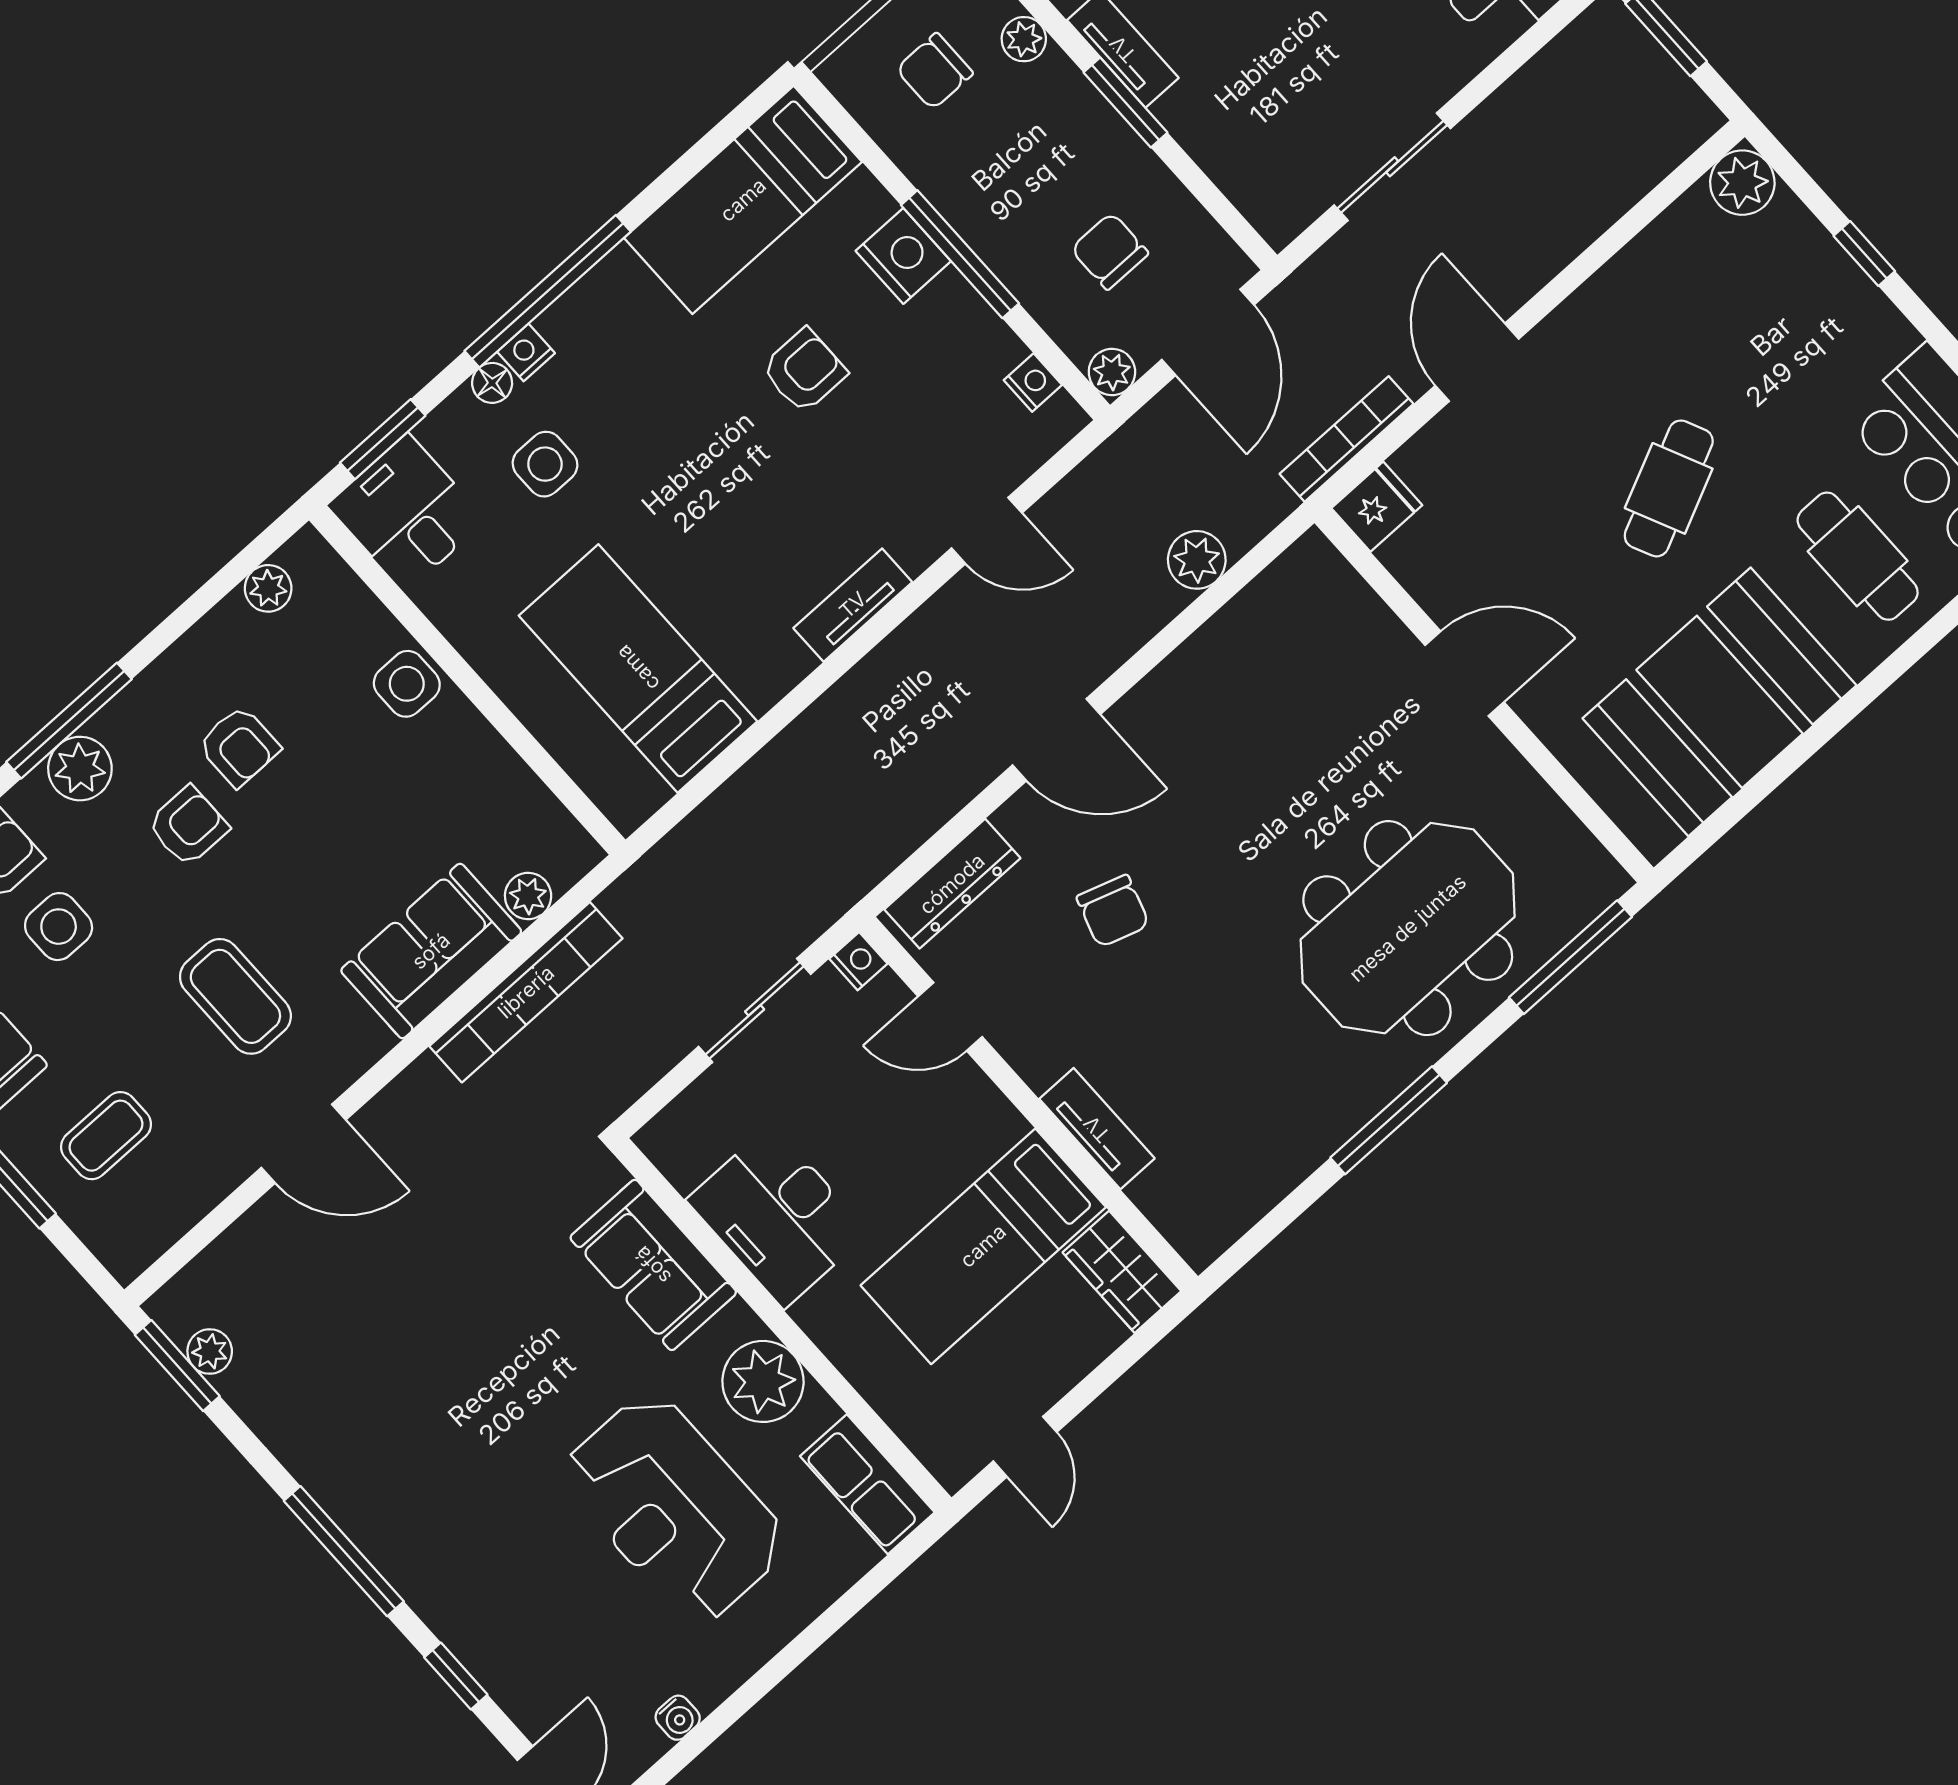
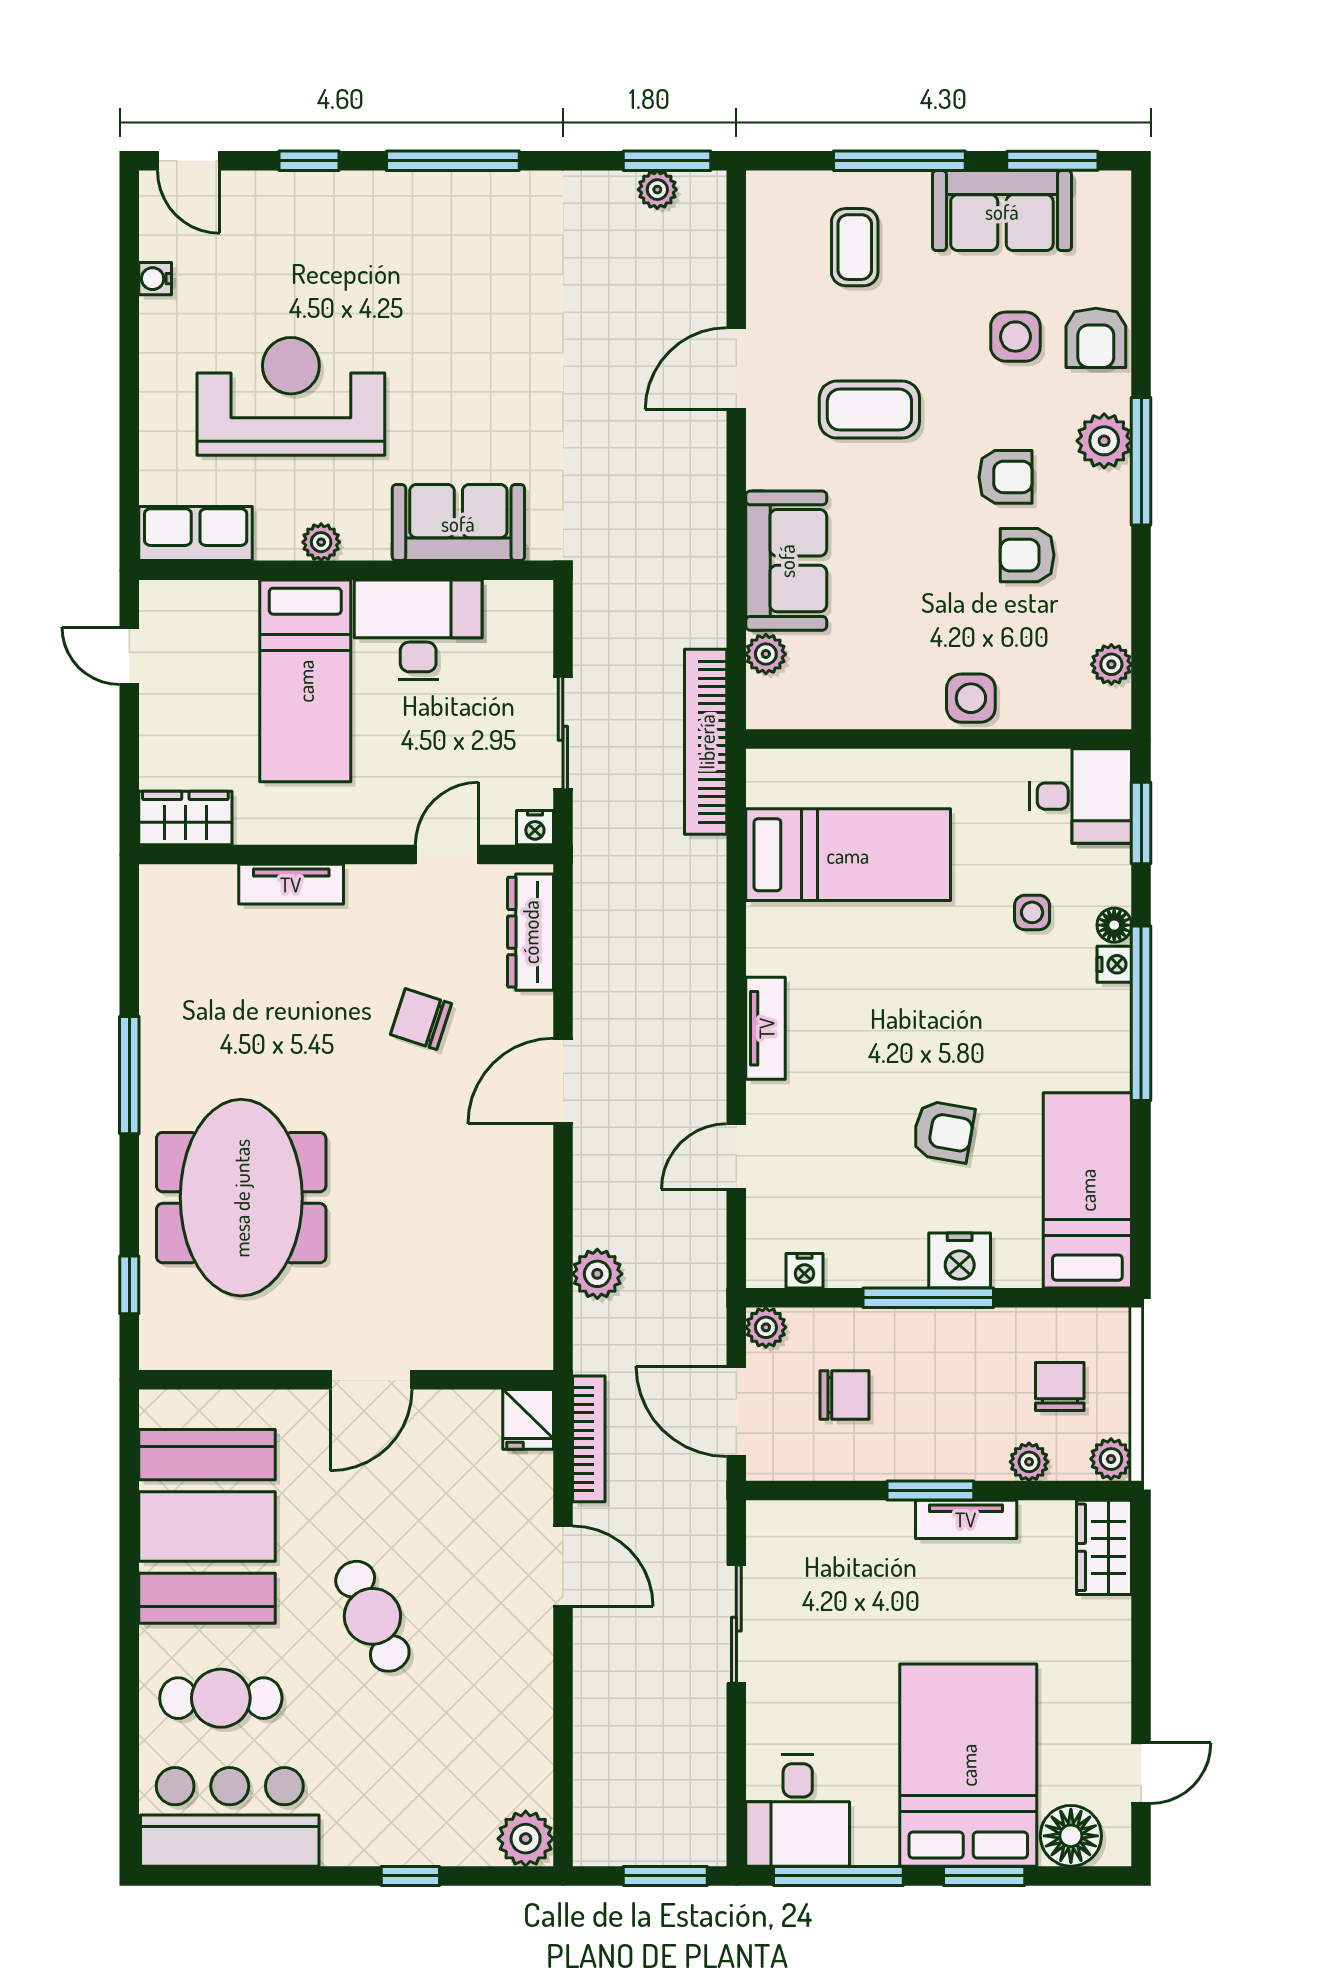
armchair: (804, 371) -> (943, 1131), turned -80
side table: (545, 464) -> (1032, 912), width x0.73, depth x0.73
armchair: (188, 826) -> (1005, 477), turned -90
window: (1570, 957) -> (129, 1285), width x0.46
bookcase: (526, 992) -> (706, 742), moved
bed: (983, 1246) -> (305, 681), moved, turned 180
plant: (763, 1381) -> (321, 542), width x0.53, depth x0.53

